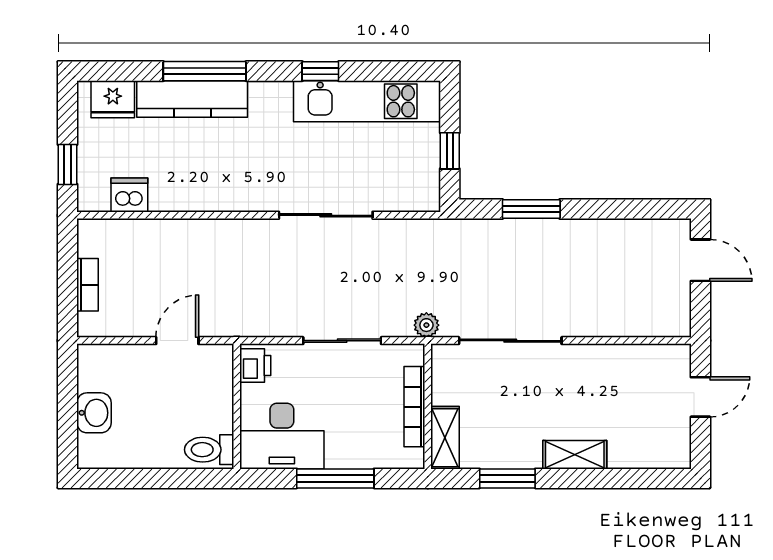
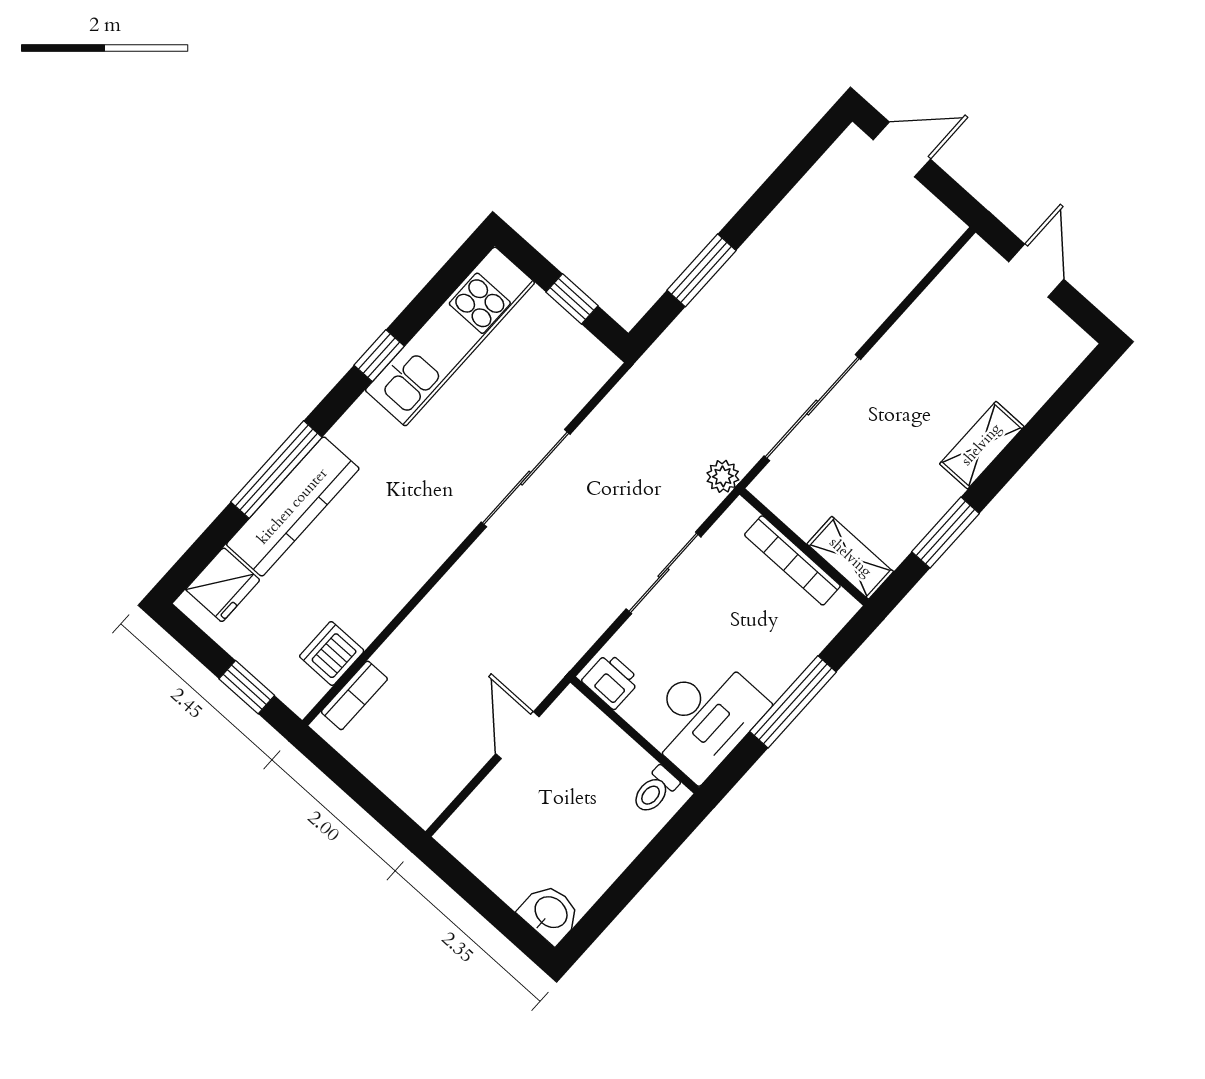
bookcase: (87, 285) -> (354, 695), moved, turned 90
washbasin: (94, 413) -> (550, 913), moved
toilet: (209, 450) -> (655, 790), width x0.73, depth x0.72

